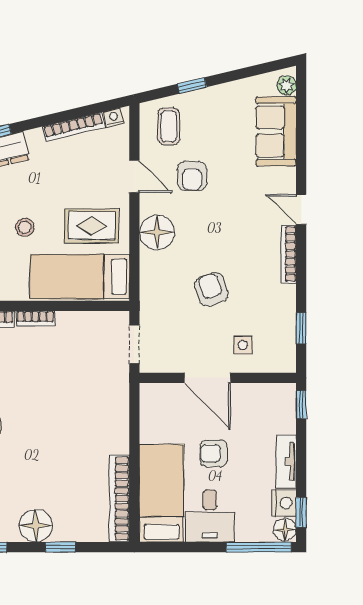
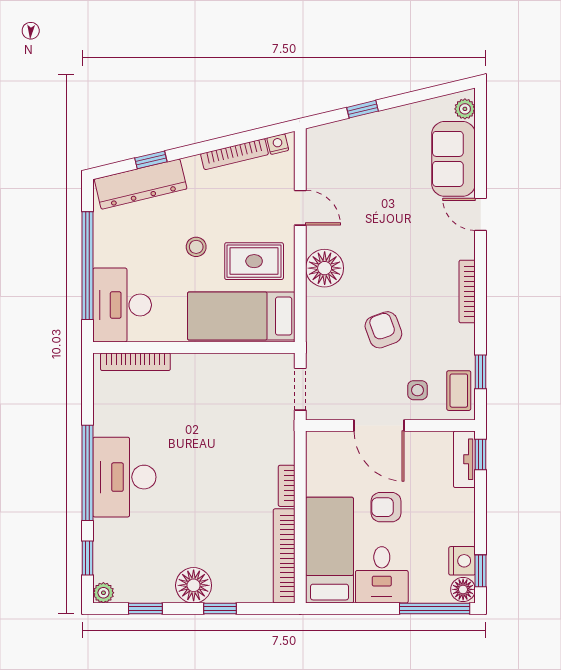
coffee table: (169, 126) -> (459, 391), moved
armchair: (192, 176) -> (363, 207), removed
door: (301, 209) -> (481, 214), moved
stool: (25, 227) -> (196, 247), moved
bookcase: (35, 318) -> (287, 486), moved, turned 90
tv unit: (286, 462) -> (464, 459), moved

